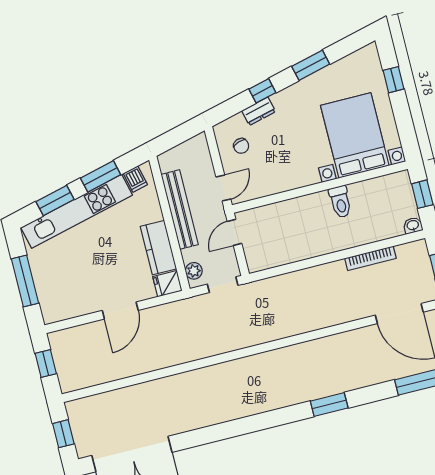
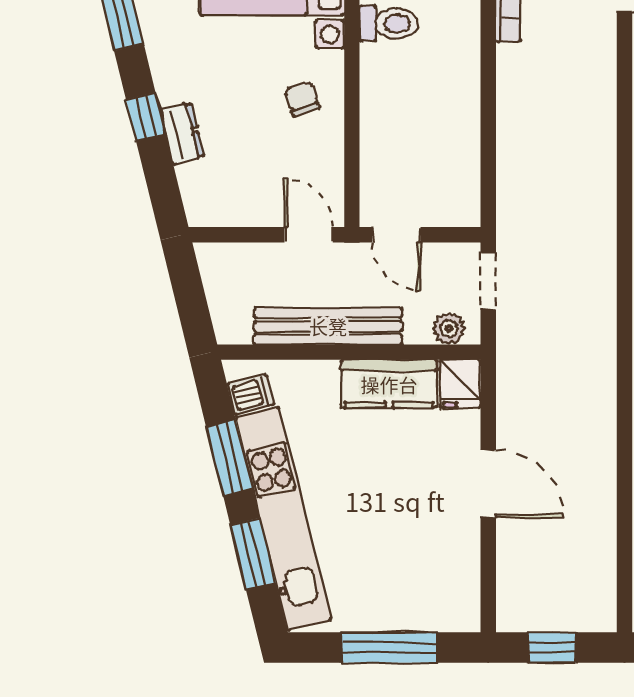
chair: (241, 146) -> (302, 99), moved, turned -88

